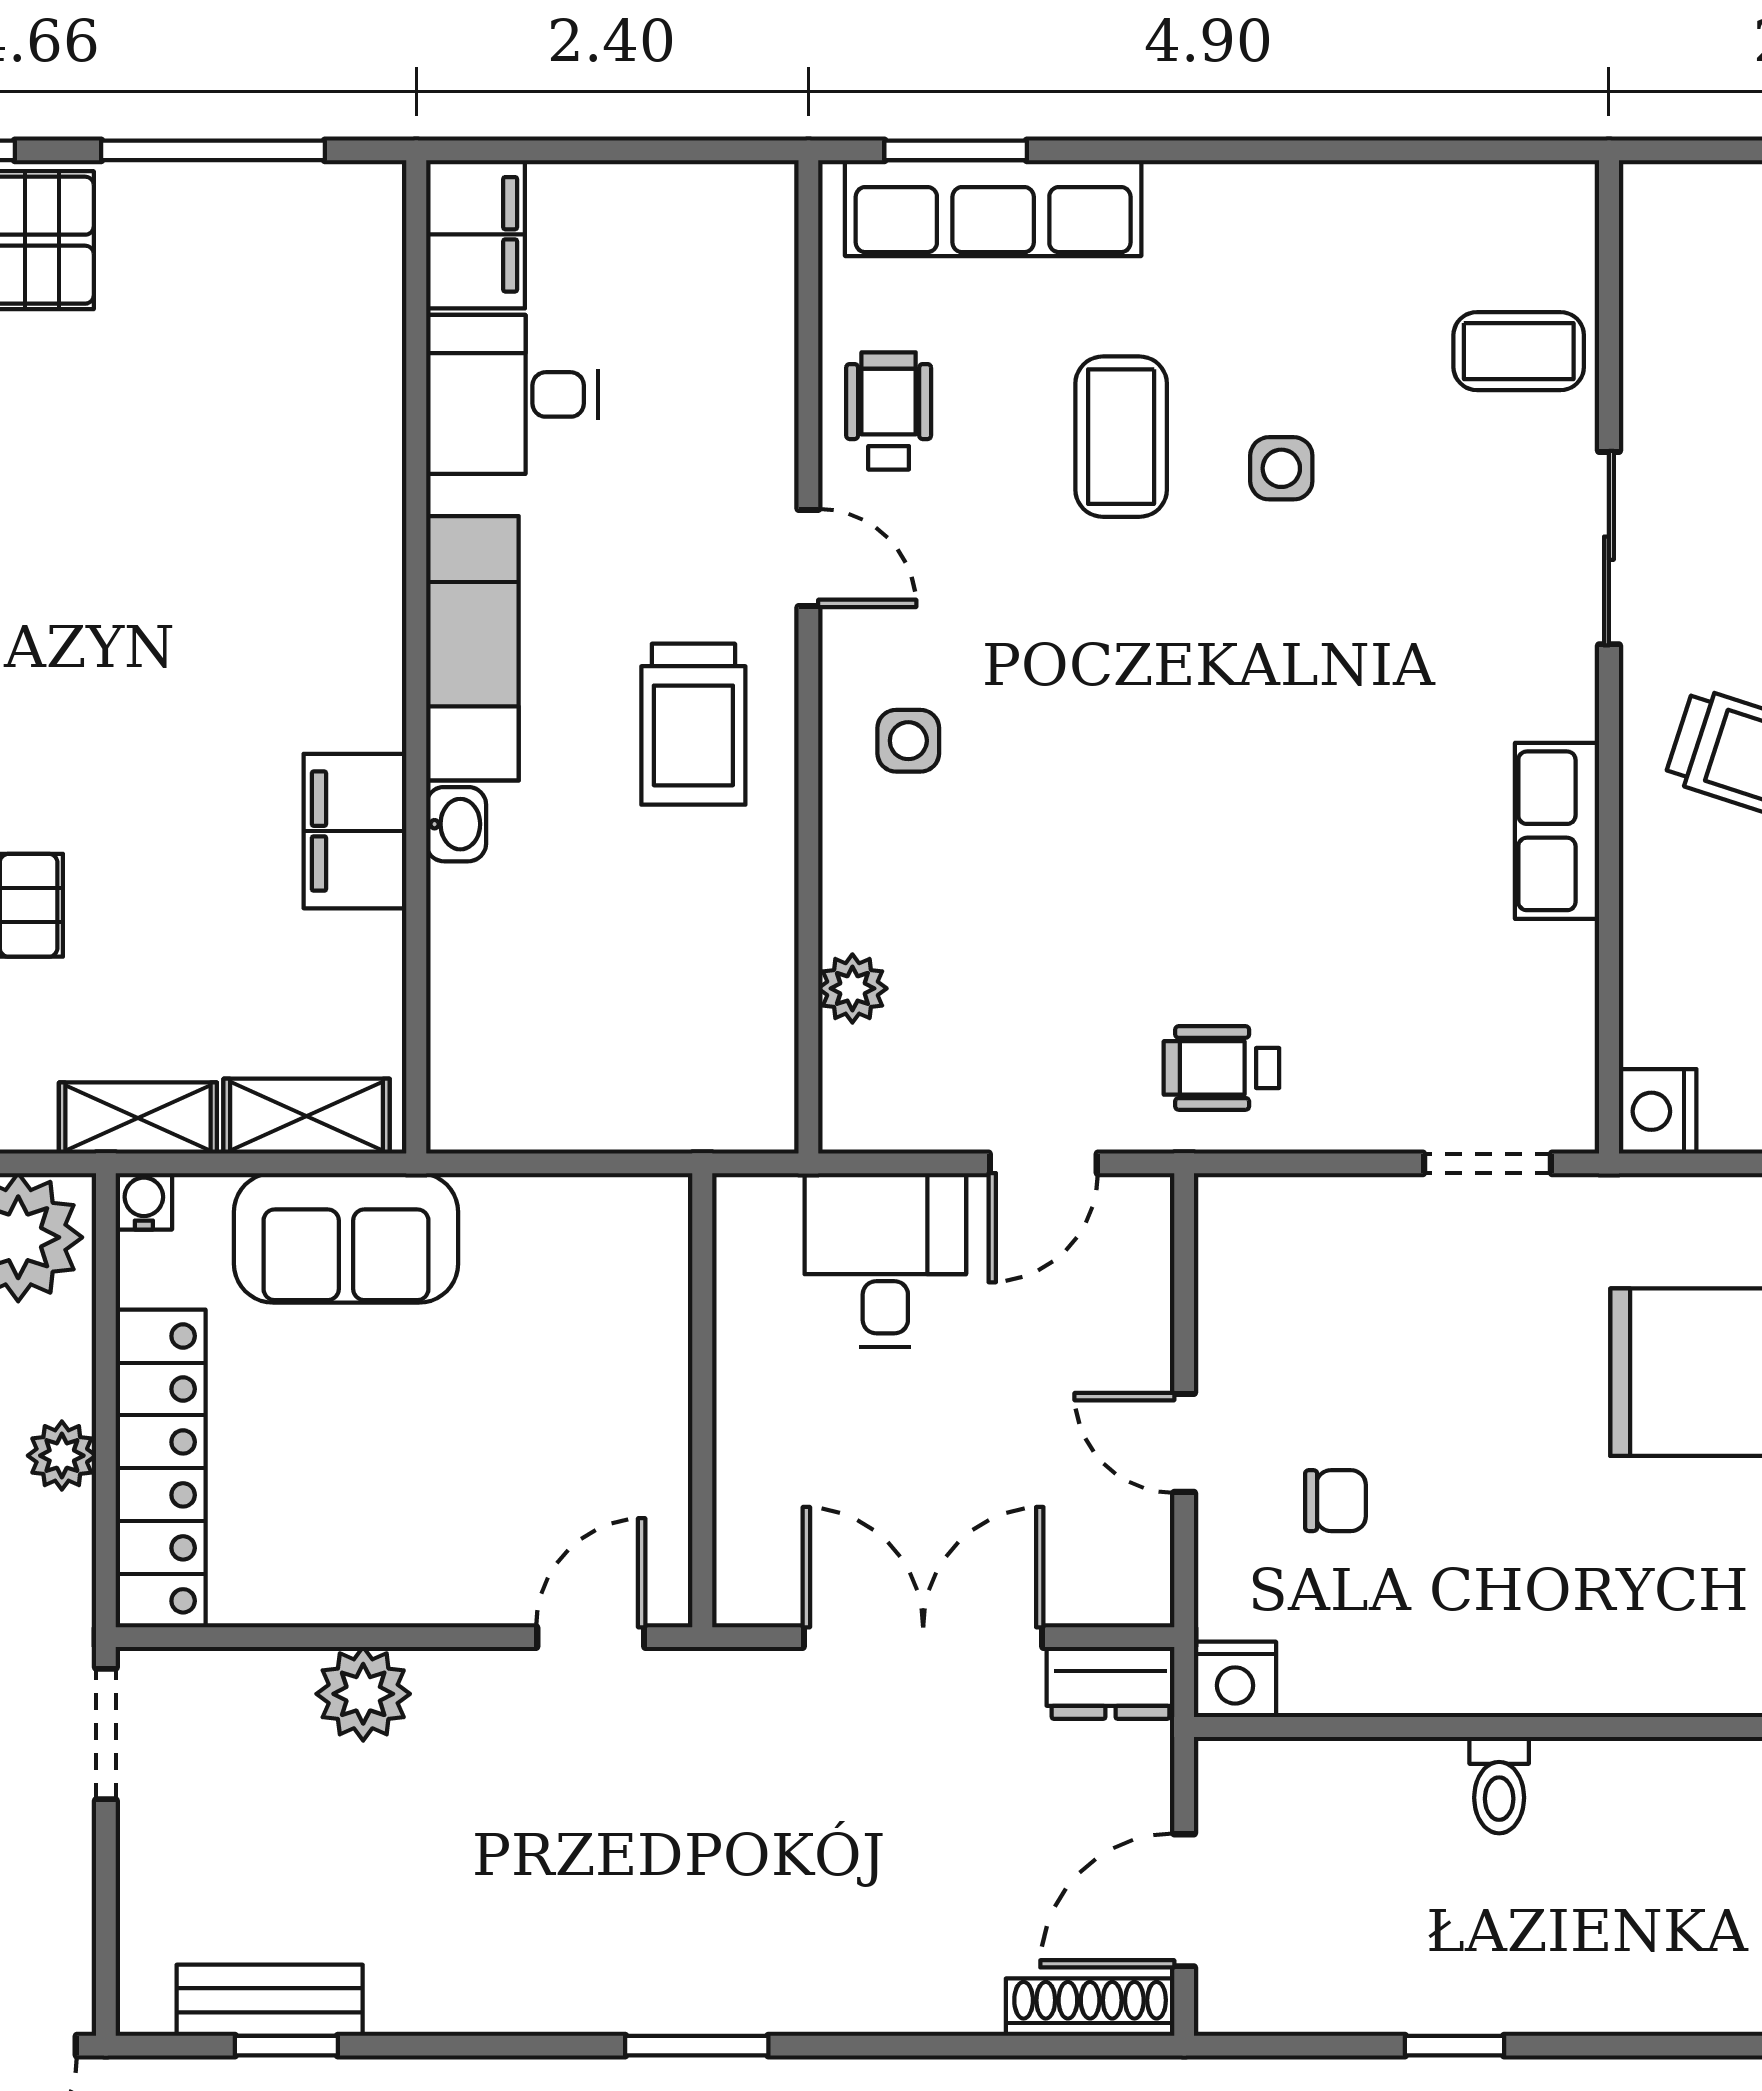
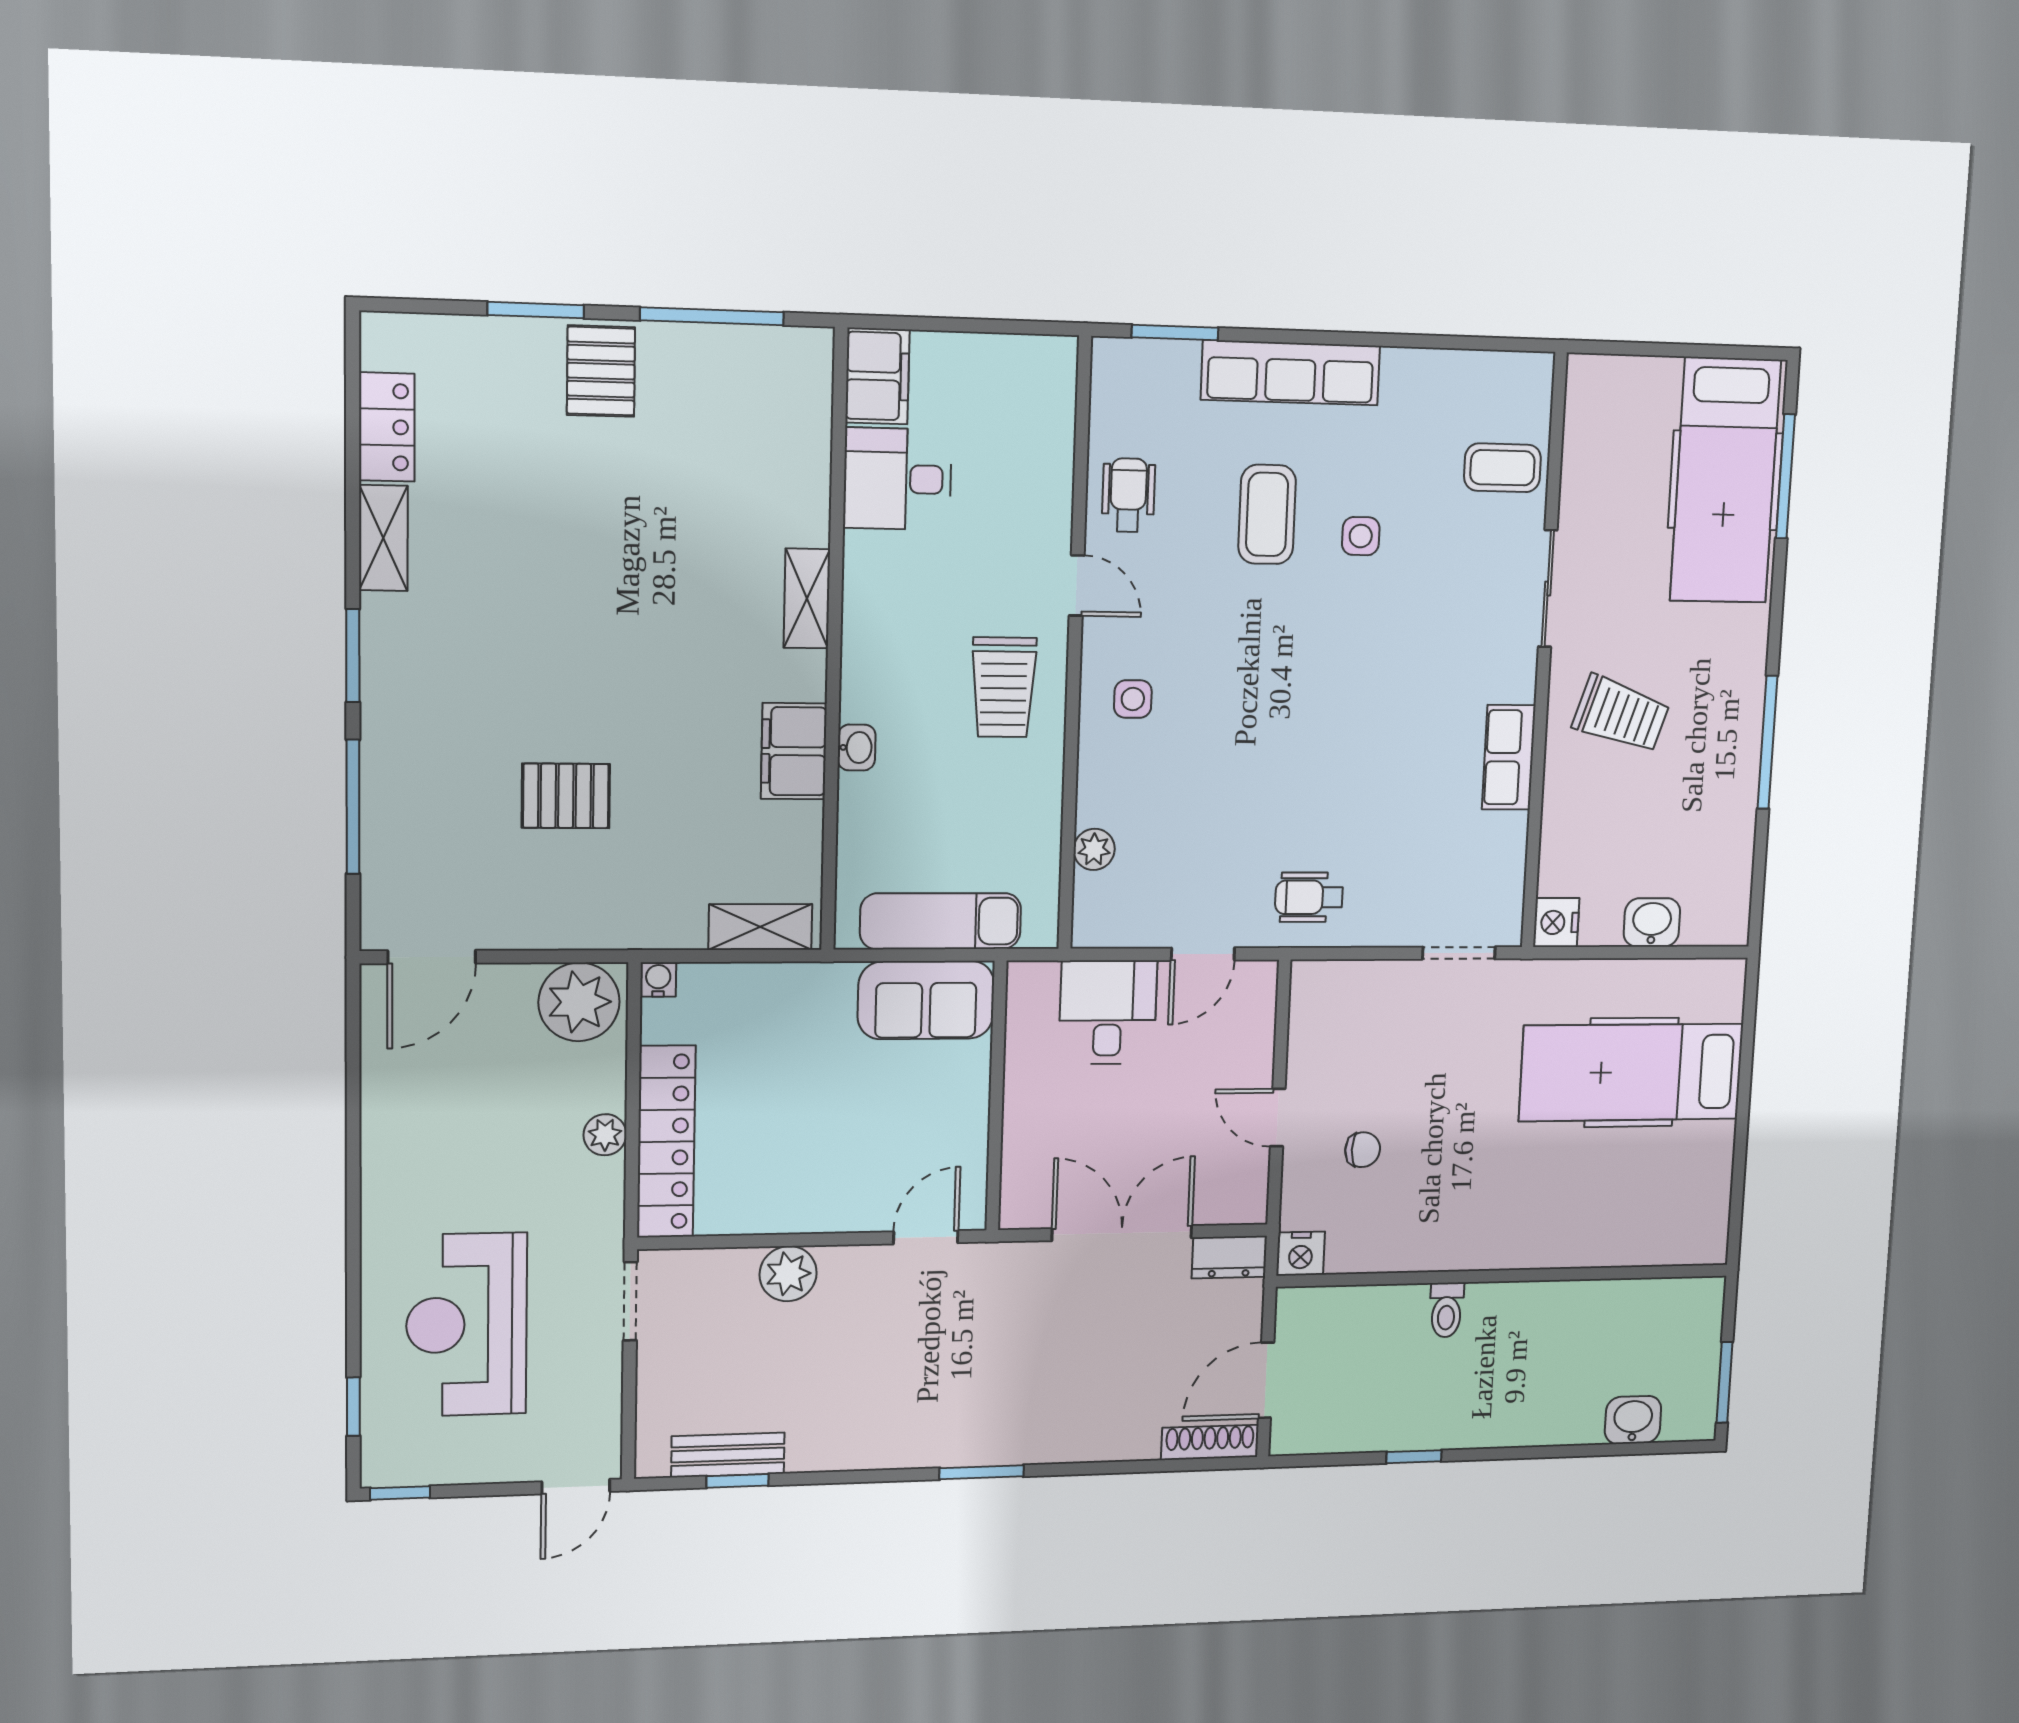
row of seats: (993, 208) -> (1291, 373), moved
exam couch: (472, 648) -> (941, 921), moved, turned -90
shelving: (138, 1118) -> (807, 598), moved, turned 90
sofa: (346, 1238) -> (926, 1000), moved

